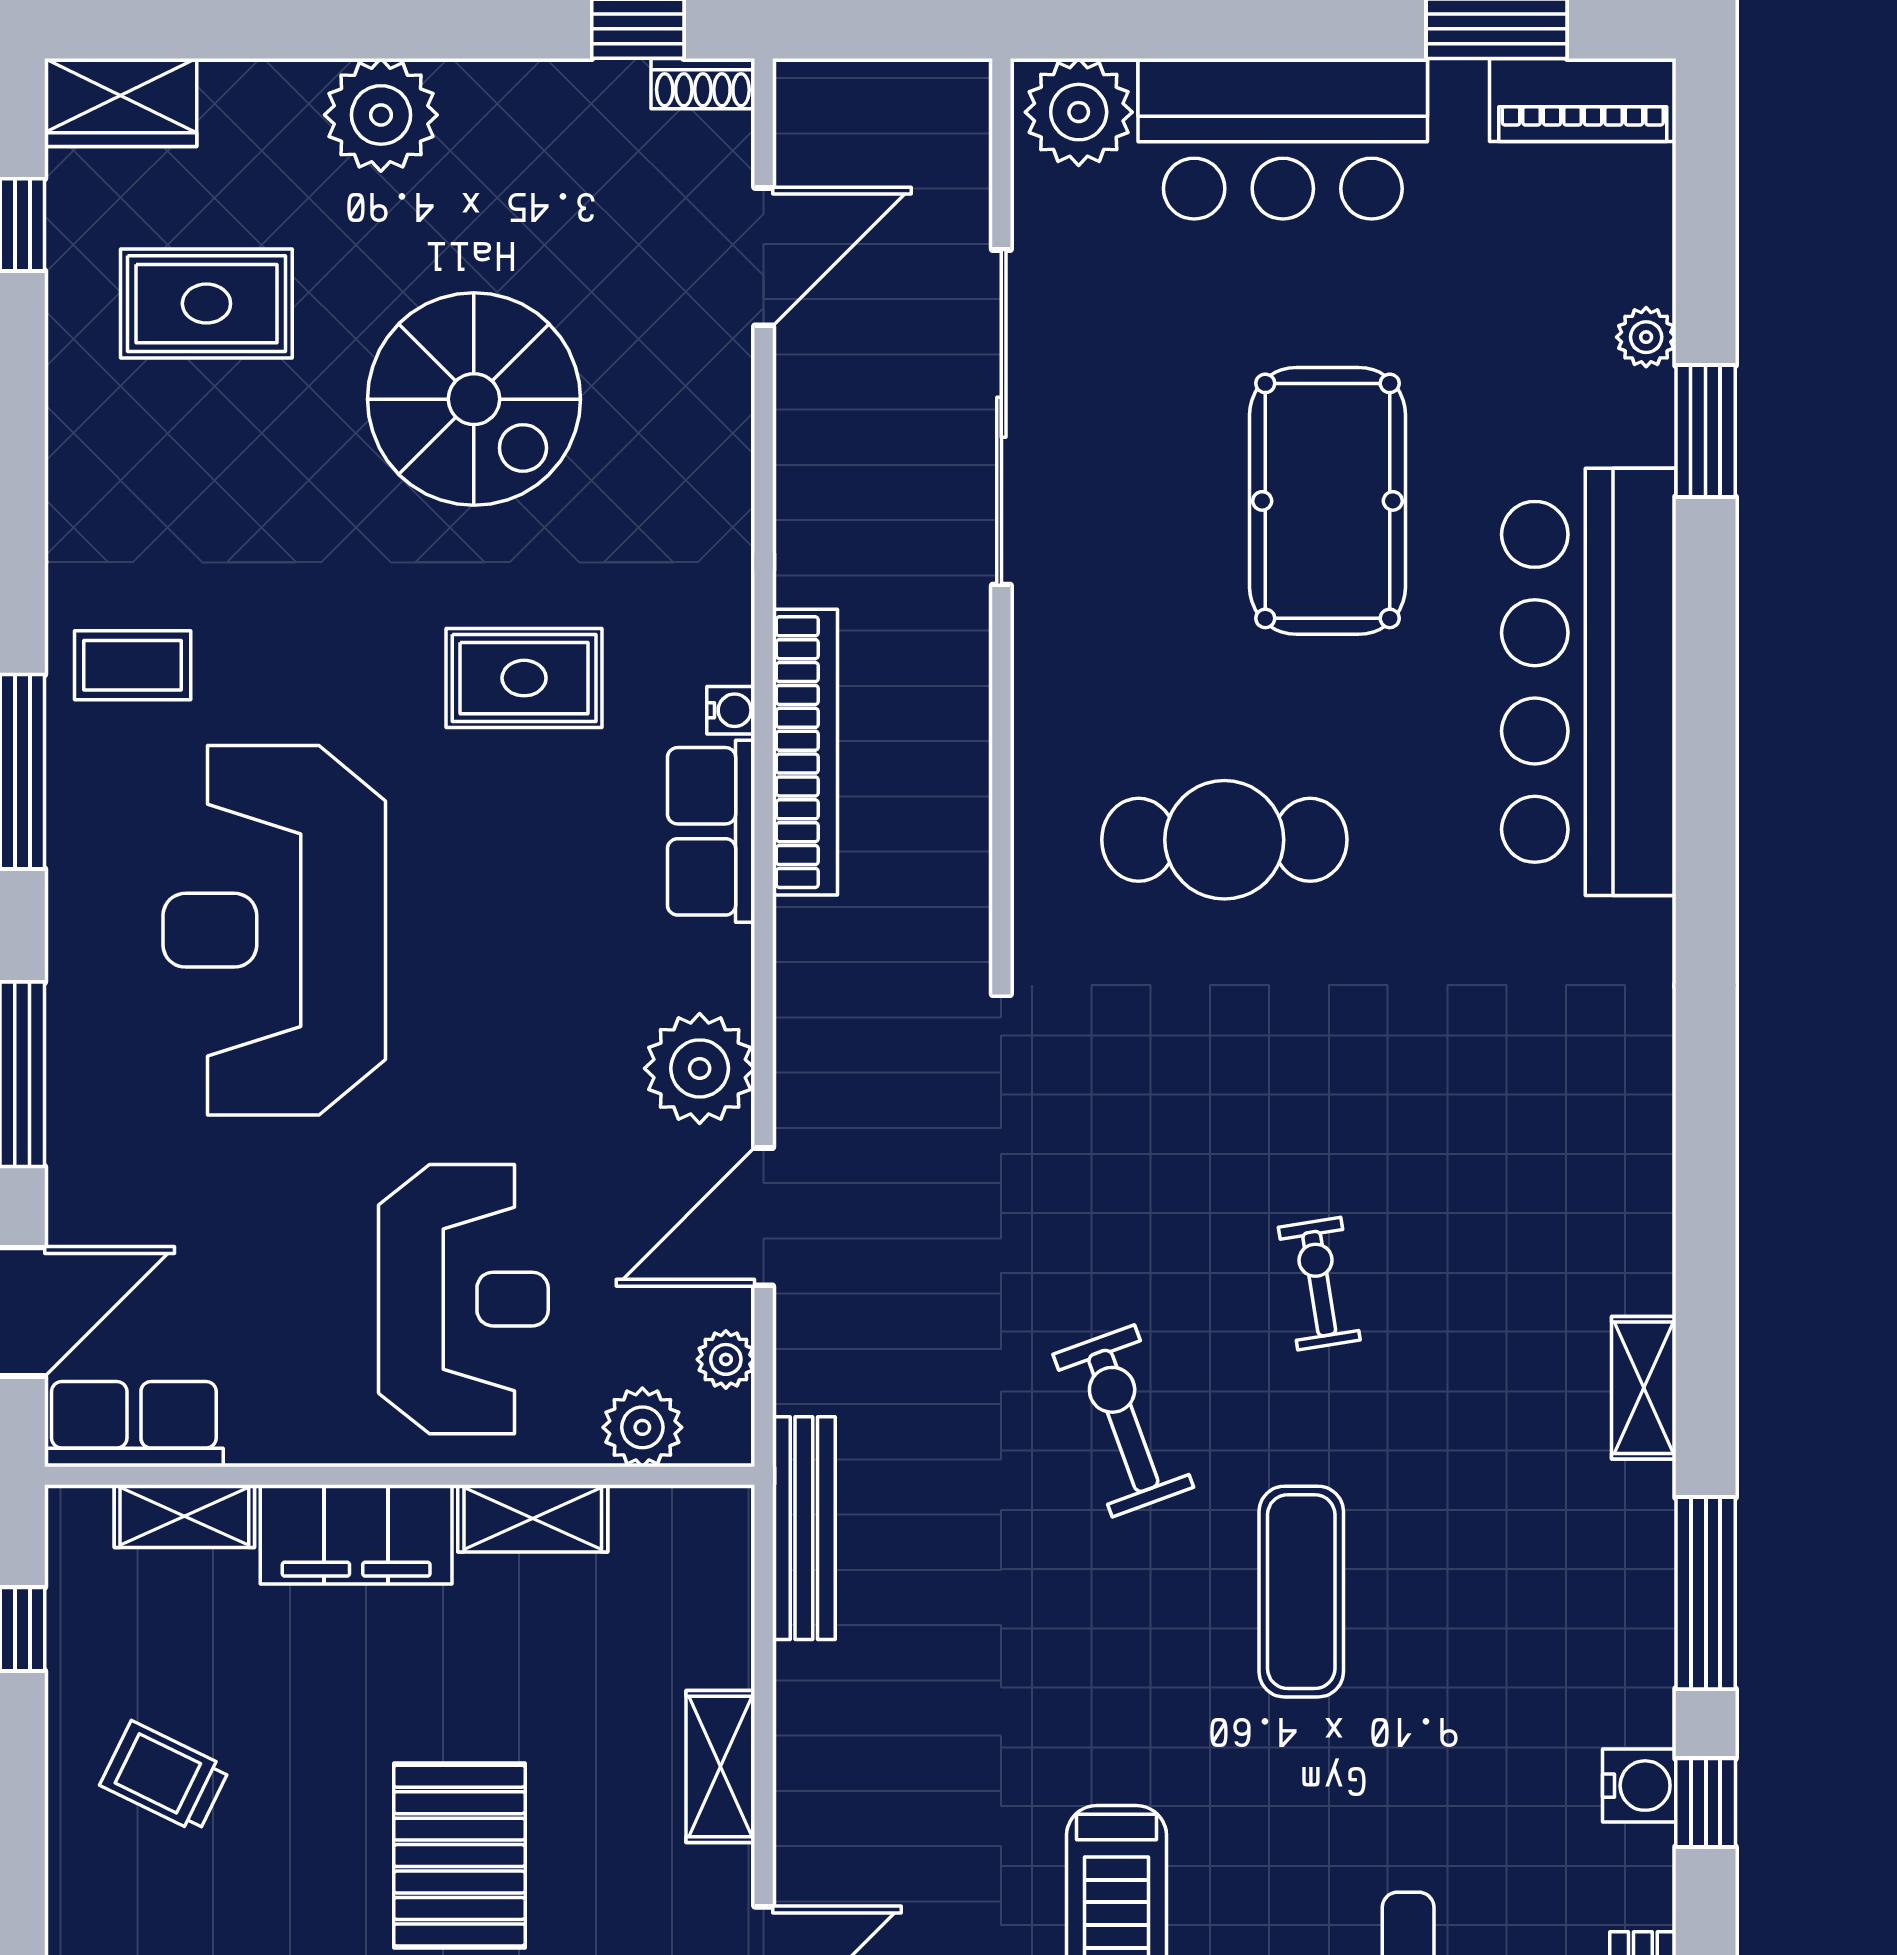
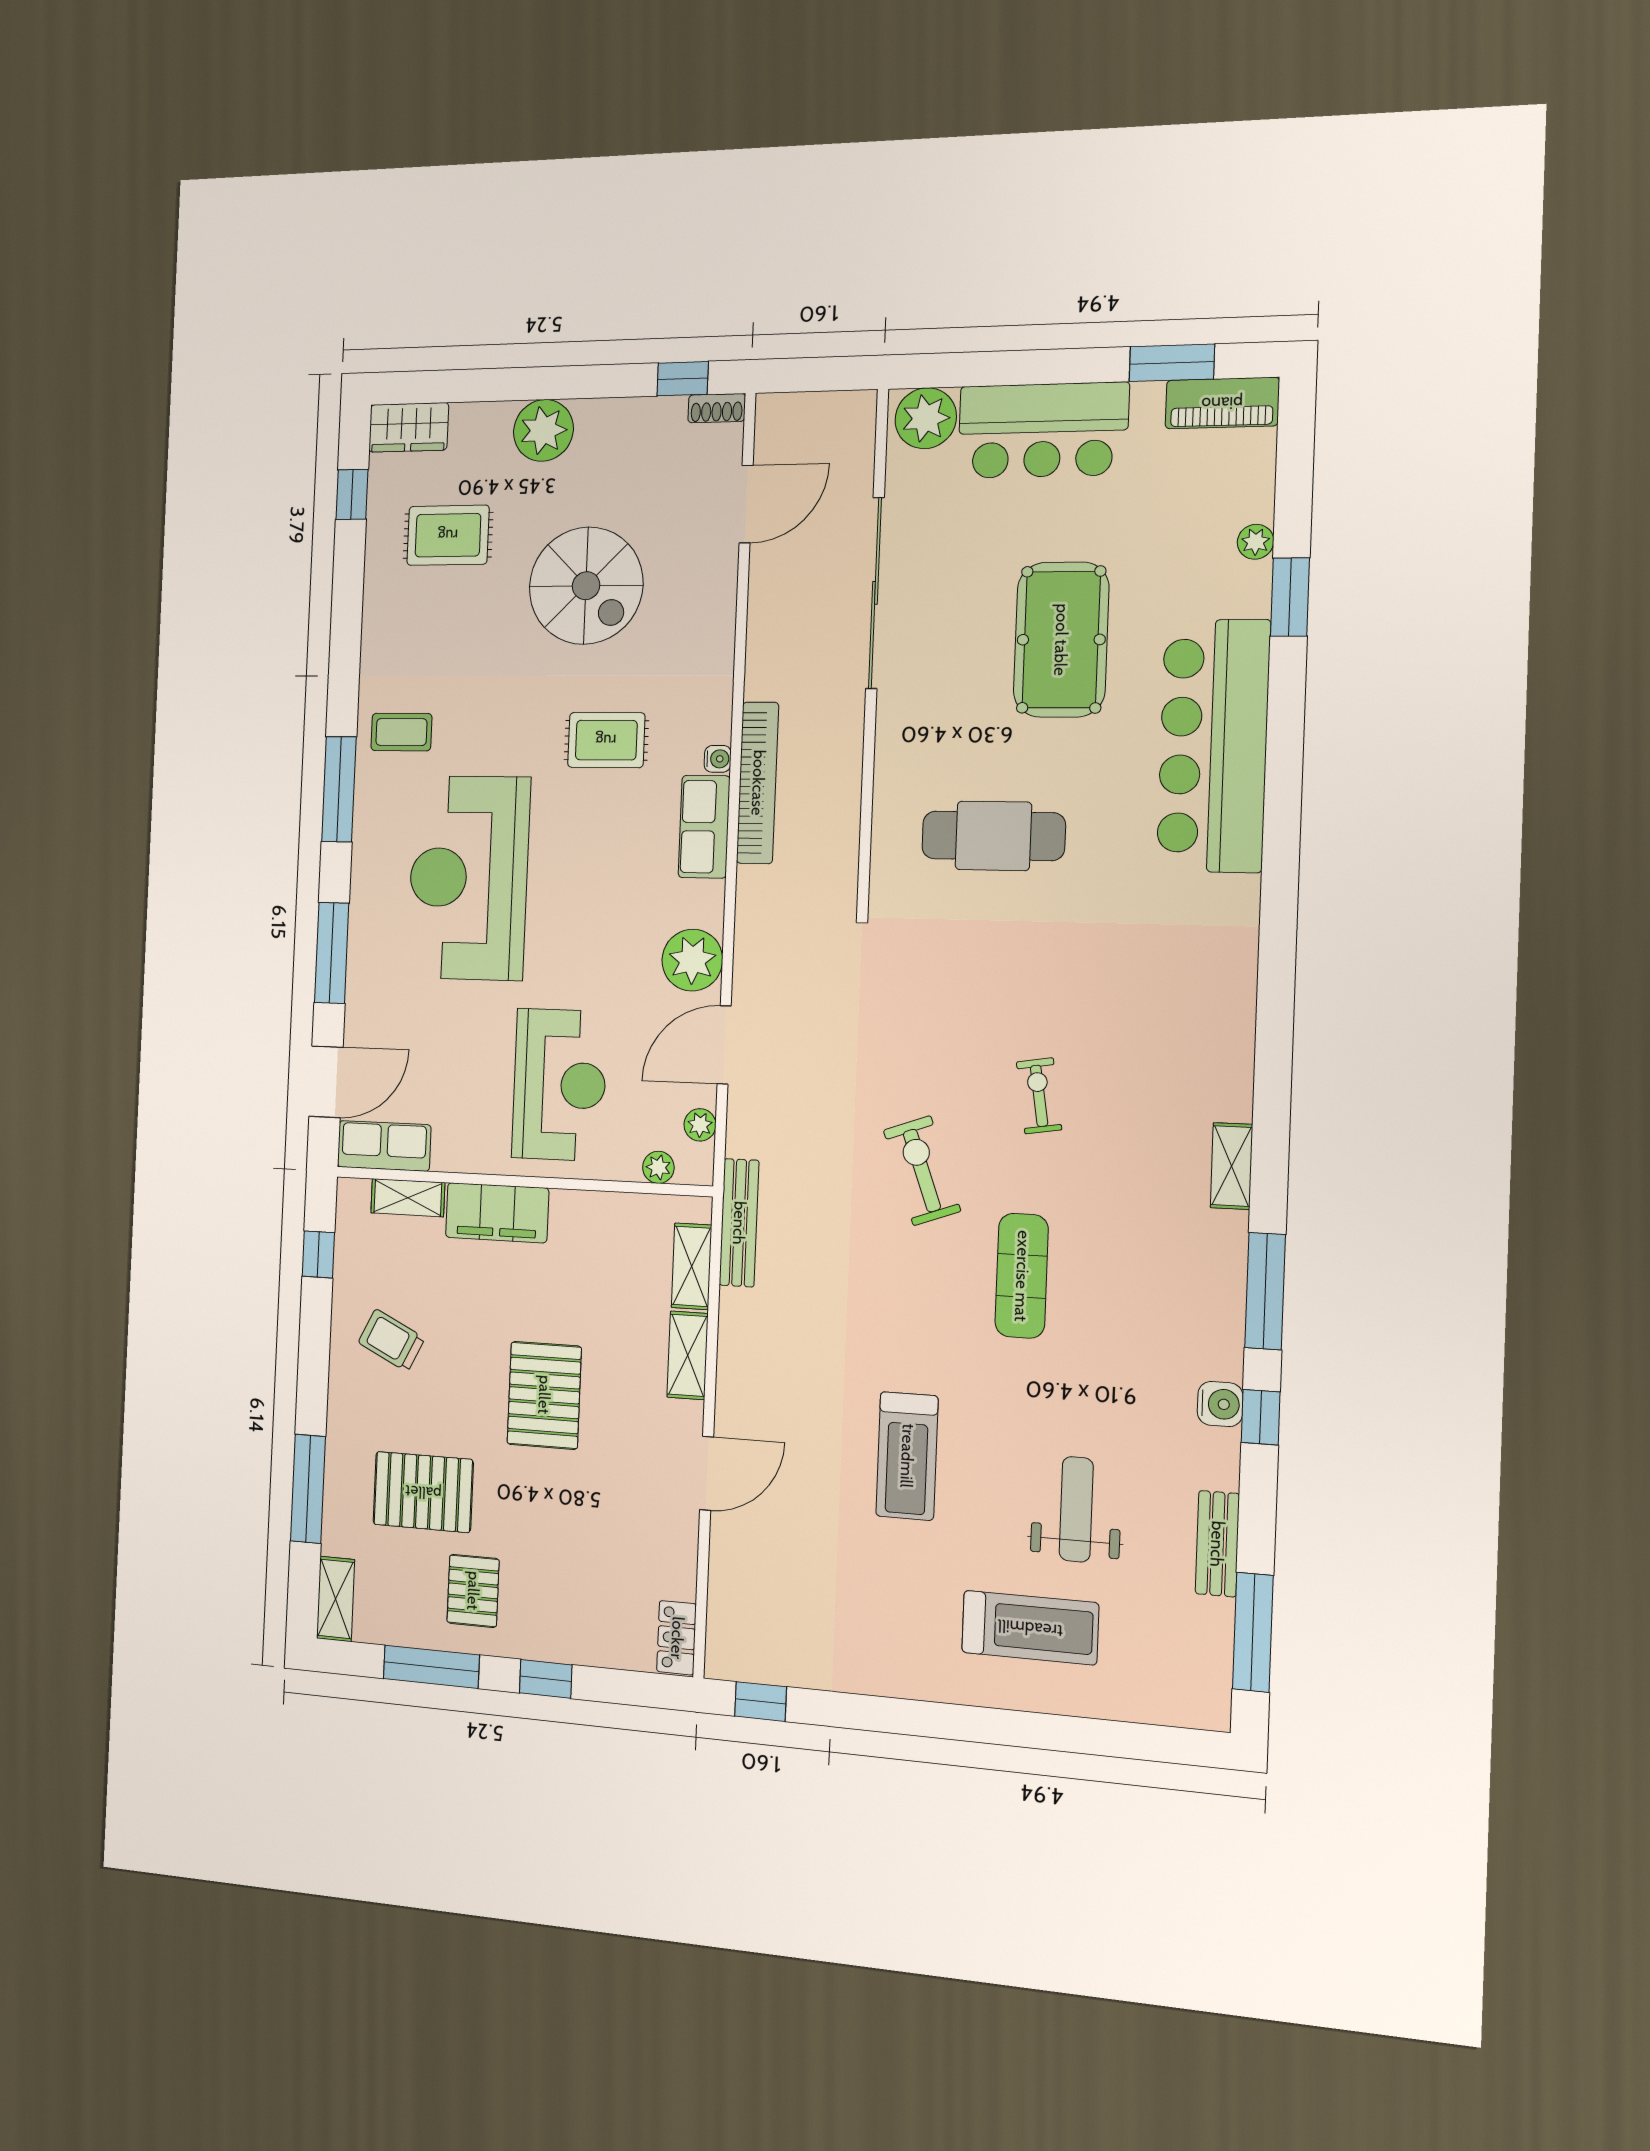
plant: (642, 1427) -> (658, 1167), width x0.73, depth x0.73
shelving: (533, 1518) -> (692, 1266), moved, turned 90

